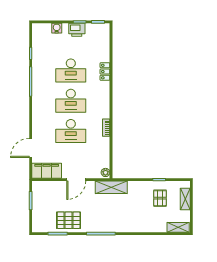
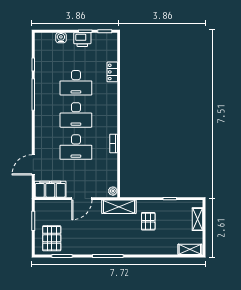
locker: (105, 72) -> (112, 72), moved
pallet: (160, 198) -> (148, 221), moved
pallet: (69, 220) -> (52, 238), moved, turned 90

